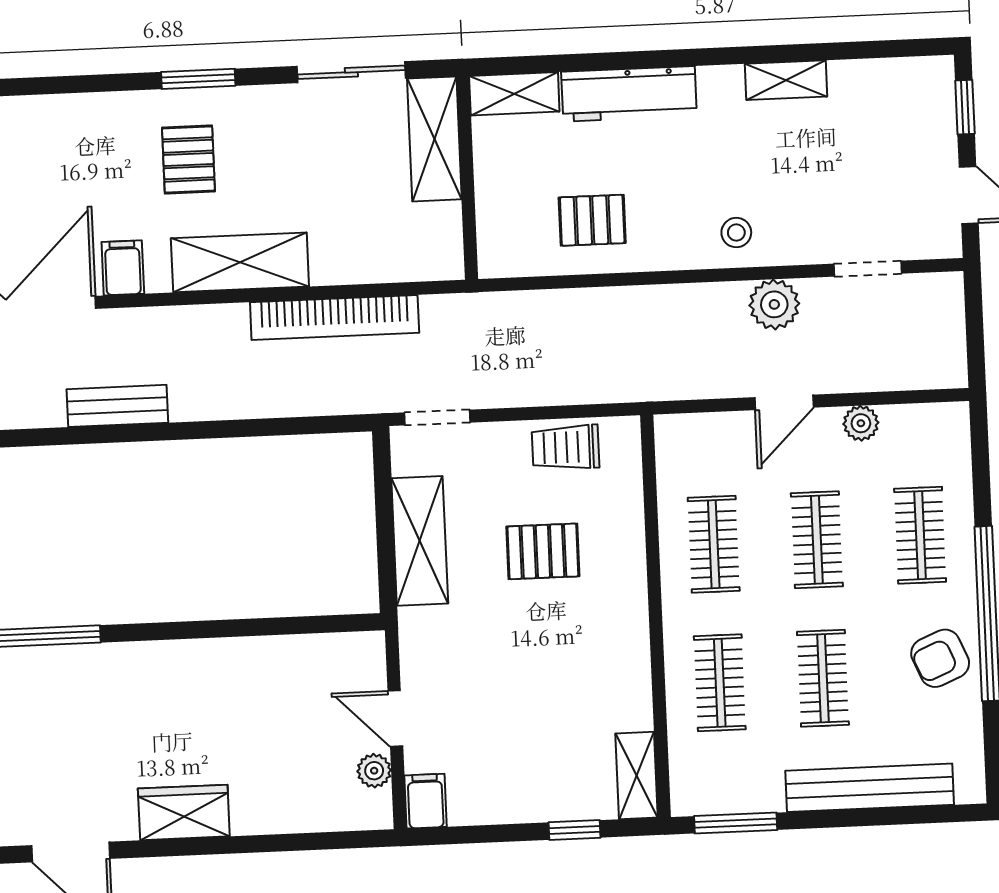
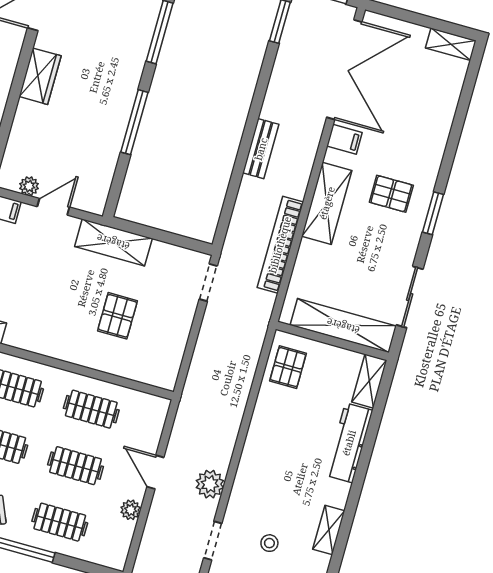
shelving: (434, 139) -> (343, 326), width x1.47
pallet: (592, 220) -> (288, 367), moved
stool: (736, 233) -> (269, 543), moved
bench: (117, 406) -> (261, 149), moved
trolley: (566, 447) -> (170, 346), removed
shelving: (420, 541) -> (113, 242), moved
window: (209, 629) -> (134, 122), added

